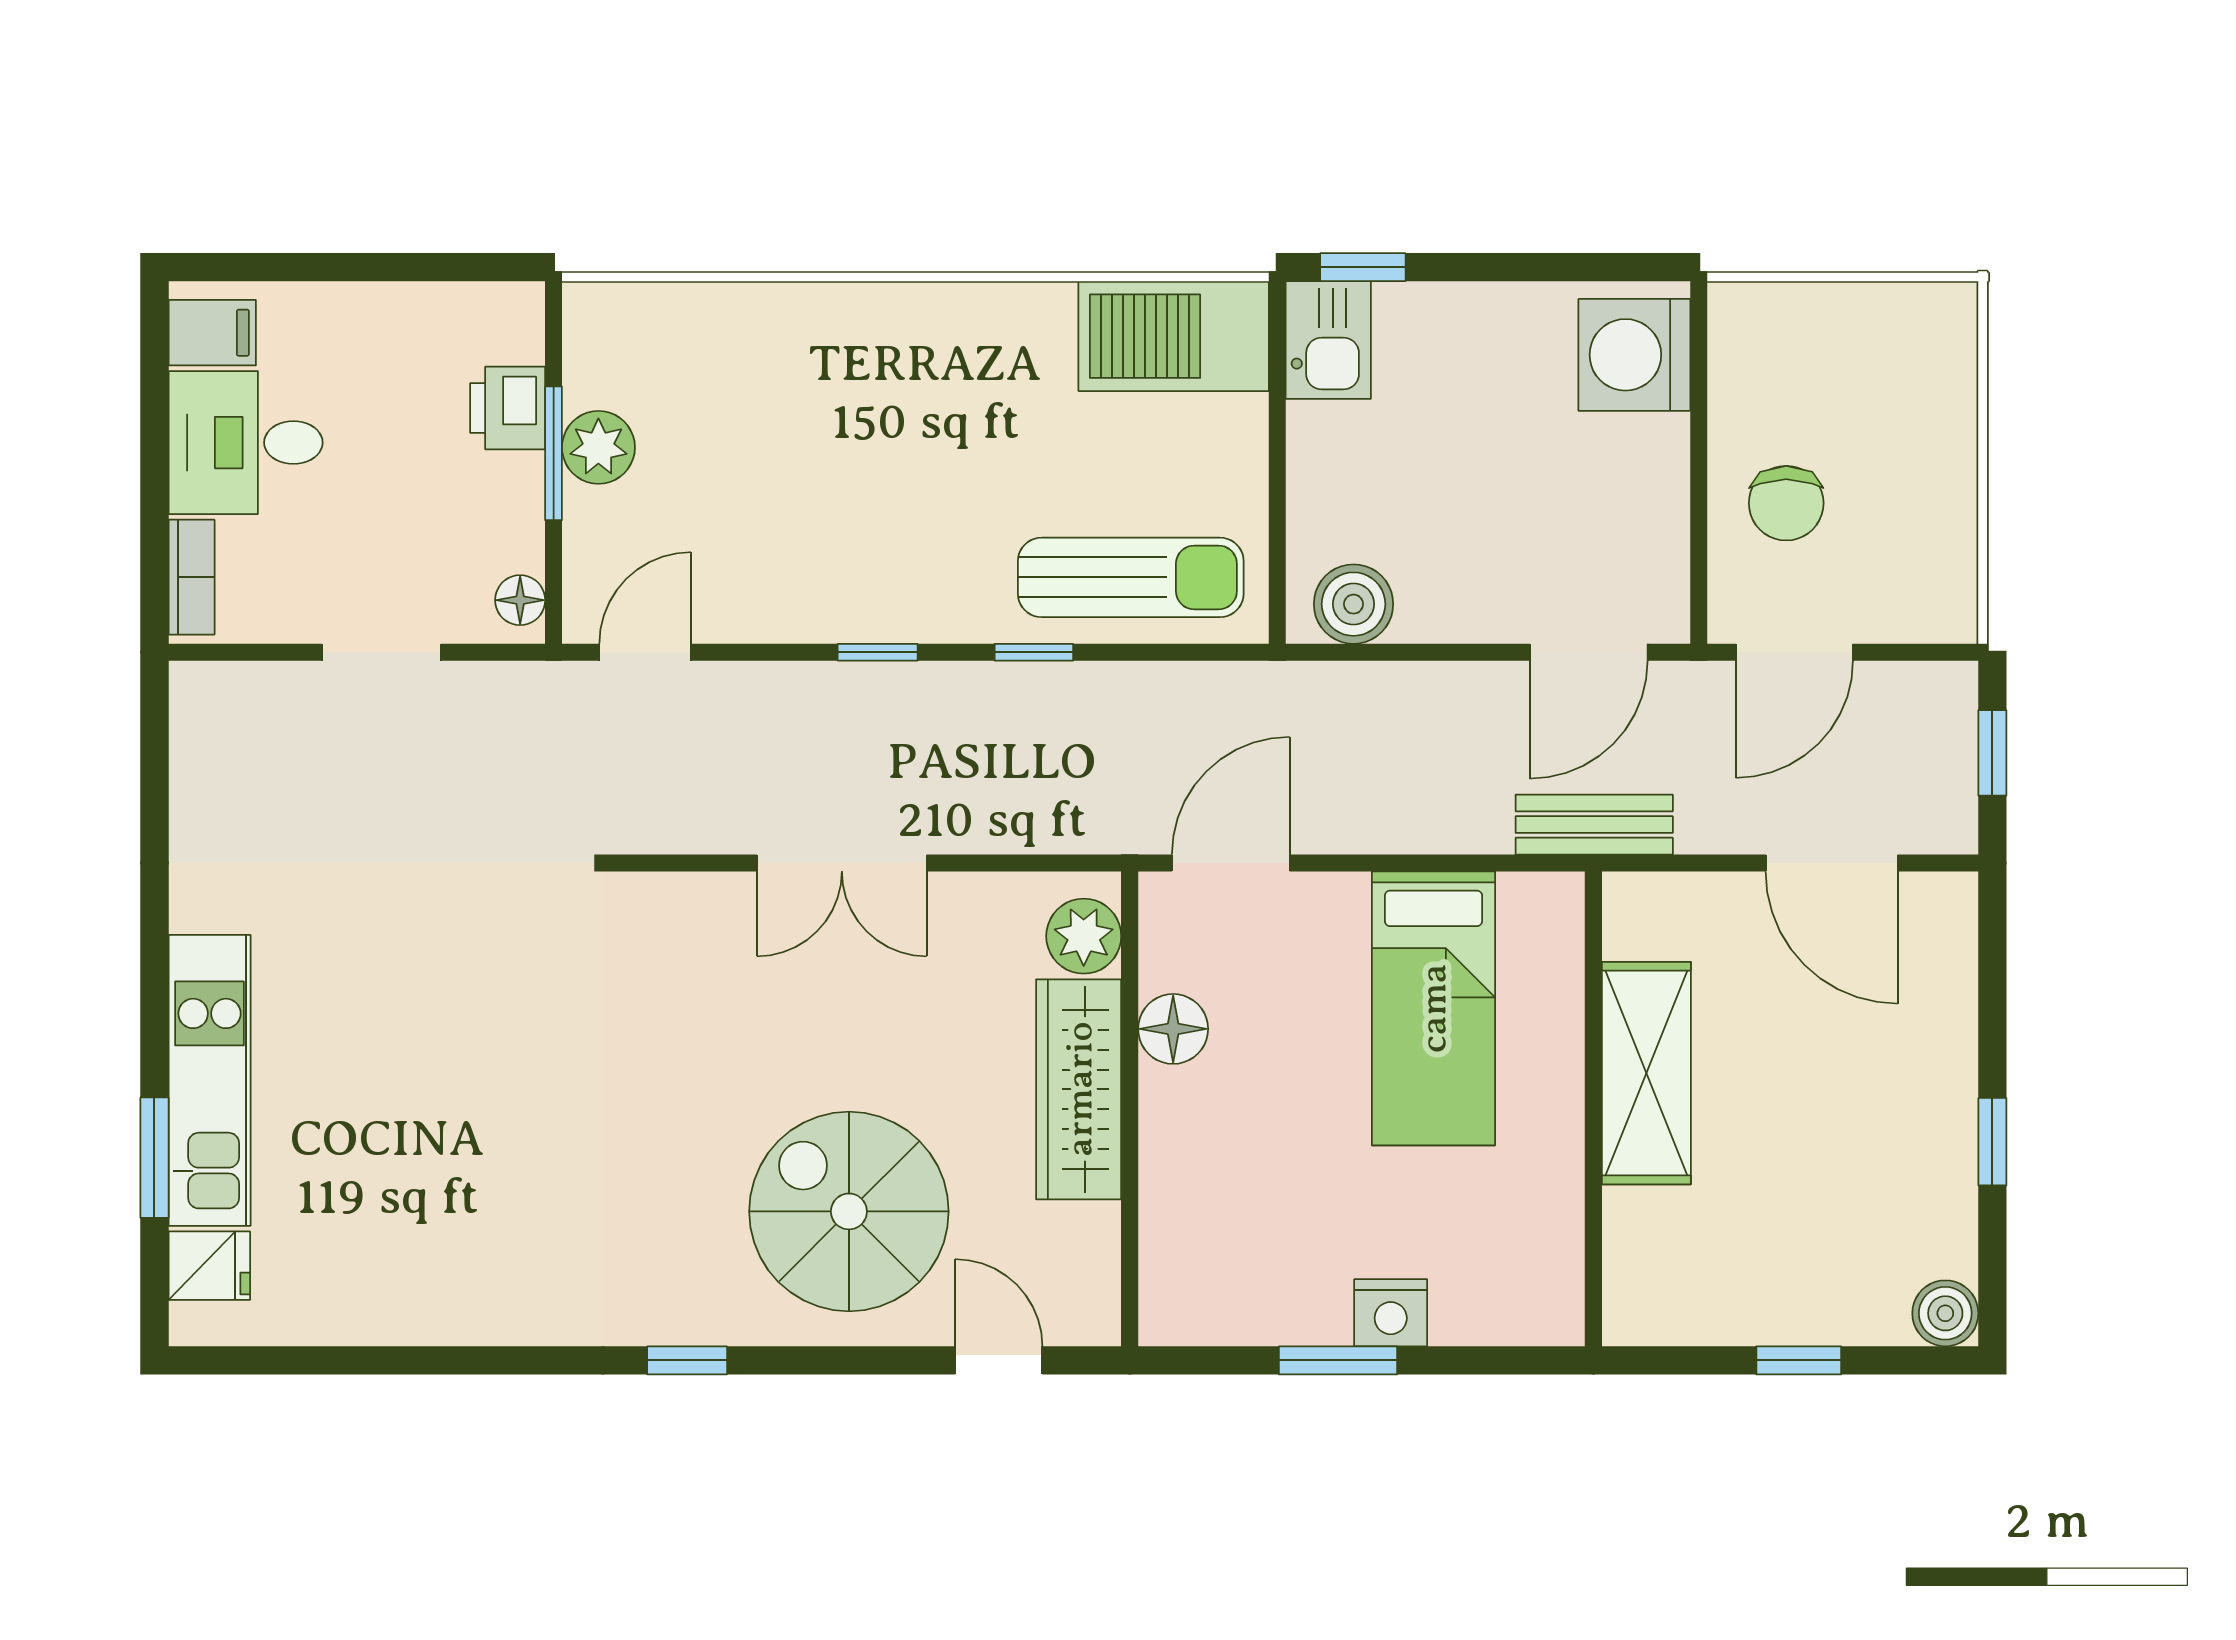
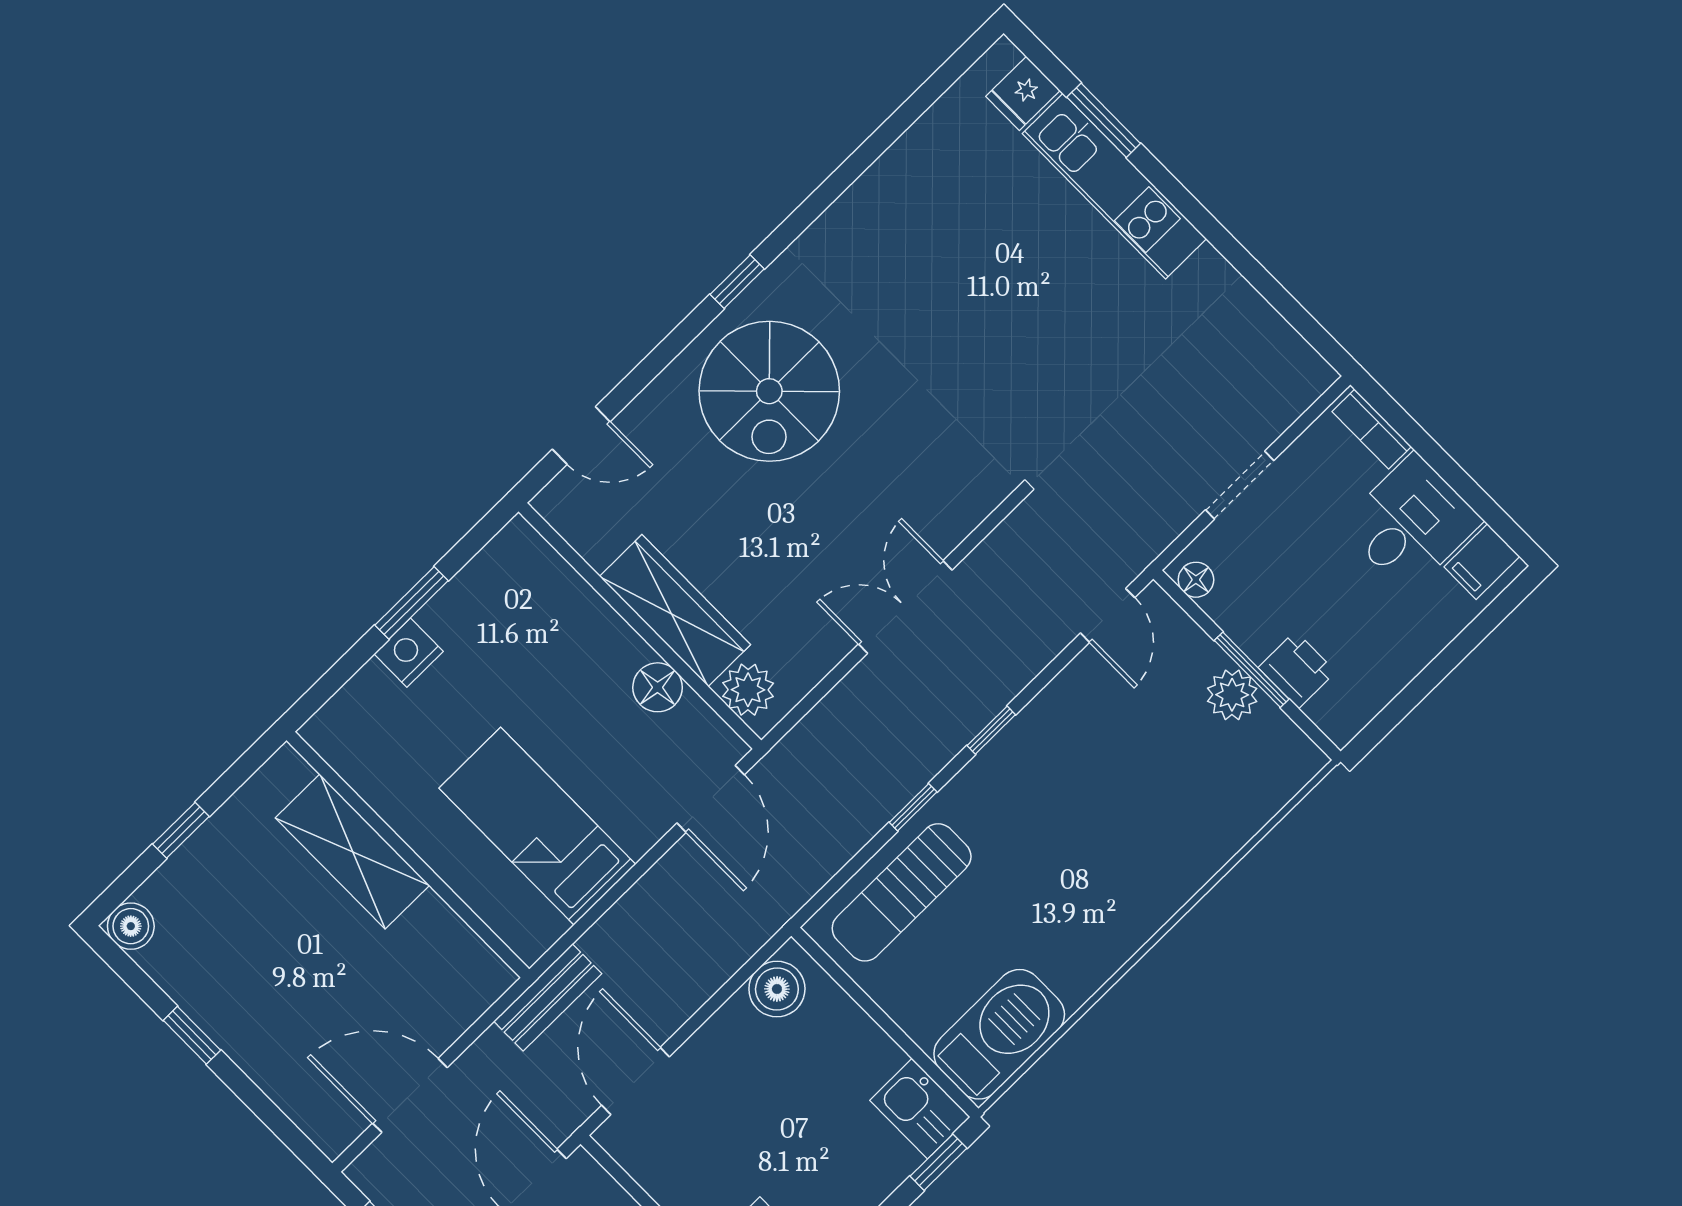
shelving: (1646, 1073) -> (352, 852), moved
spiral stairs: (849, 1211) -> (769, 391), moved, turned 90

